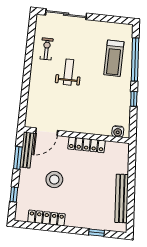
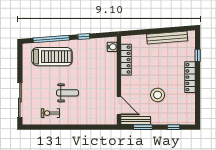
treadmill: (114, 58) -> (52, 57), width x1.37, depth x1.38
weight bench: (69, 72) -> (67, 93), turned 180
locker: (86, 145) -> (126, 60), moved
locker: (46, 218) -> (190, 77), moved

